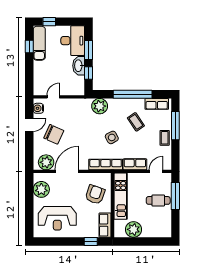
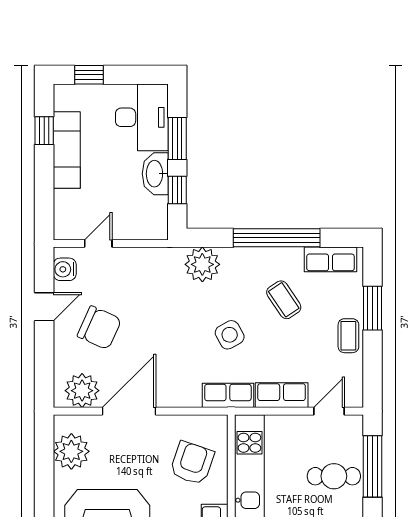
exam couch: (39, 43) -> (67, 150), moved
window: (175, 126) -> (372, 308), width x0.69
row of seats: (106, 164) -> (228, 395), width x0.68

